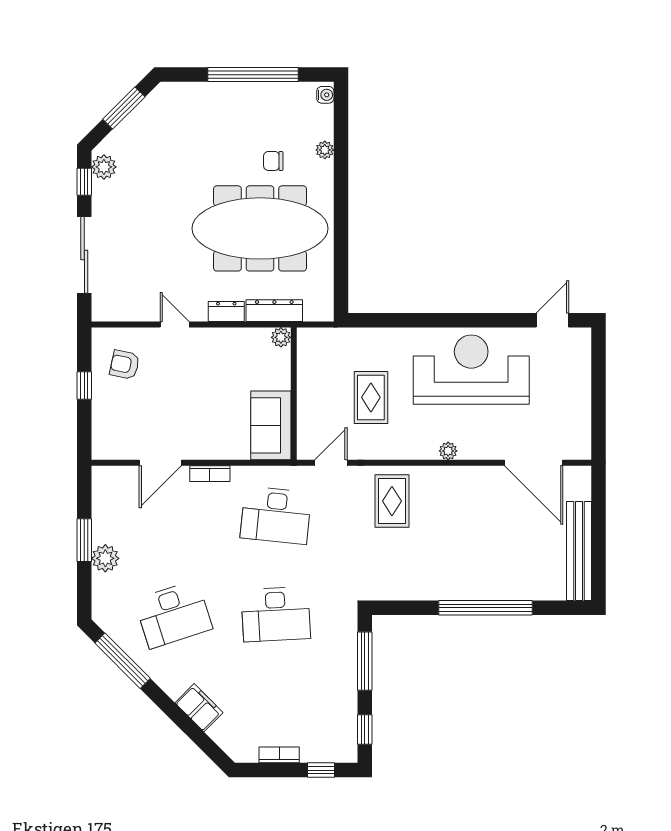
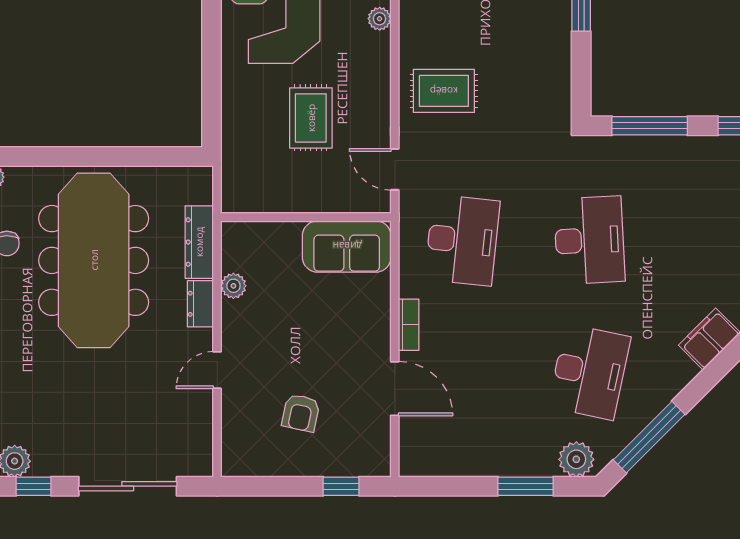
plant: (281, 337) -> (233, 286), moved
armchair: (125, 365) -> (301, 413), moved
window: (84, 386) -> (341, 486), moved
rug: (371, 397) -> (311, 118), turned 90
window: (84, 540) -> (526, 486), moved
plant: (105, 558) -> (576, 459), moved
desk: (173, 614) -> (589, 372), turned 30

